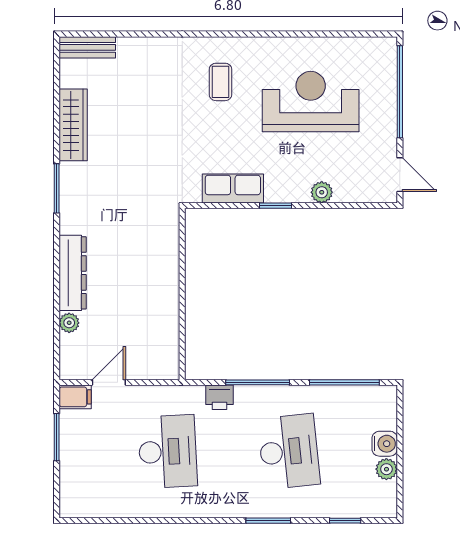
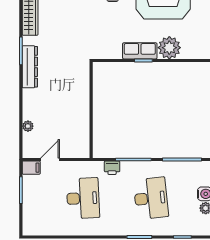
row of seats: (233, 188) -> (140, 51), moved
plant: (322, 192) -> (169, 48), width x1.88, depth x1.88
dresser: (73, 273) -> (30, 67), moved

